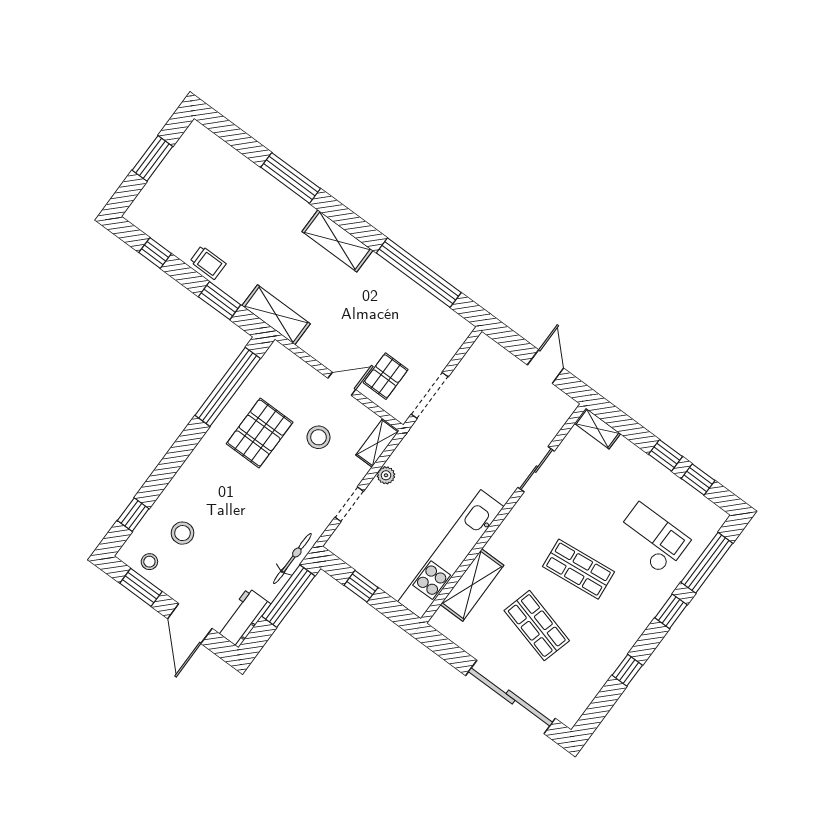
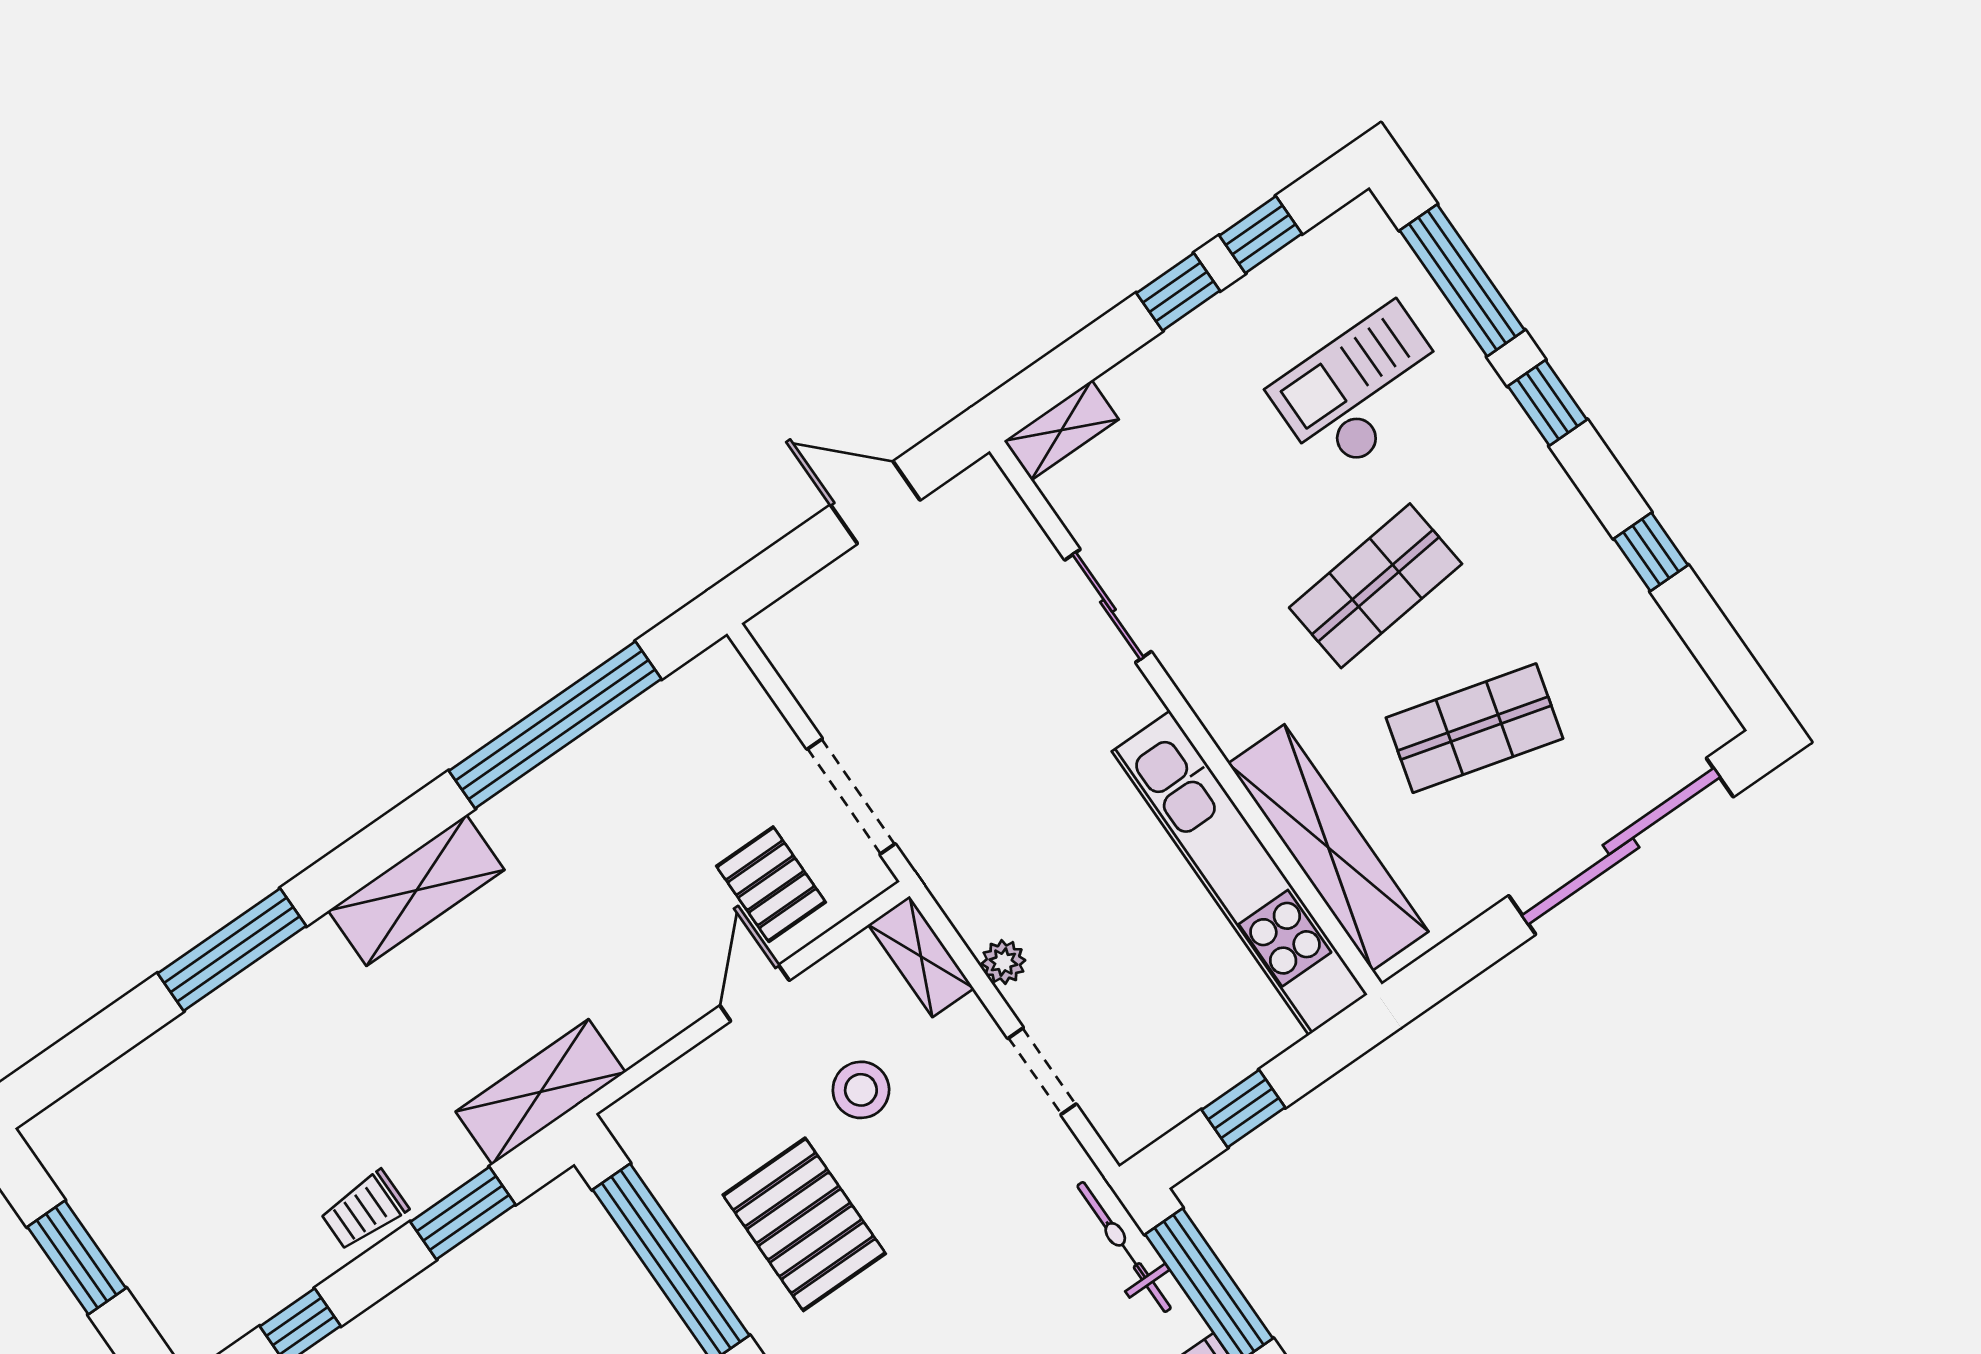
trolley: (208, 263) -> (364, 1210), turned 180
shelving: (472, 585) -> (1328, 847), width x1.47

